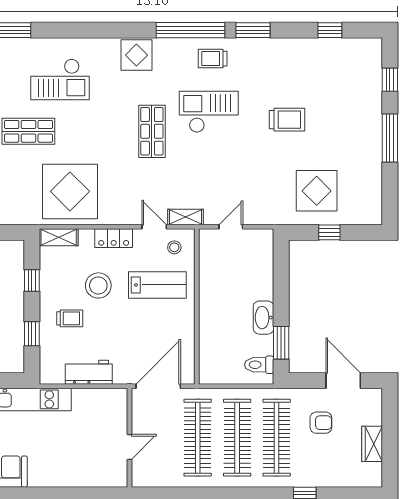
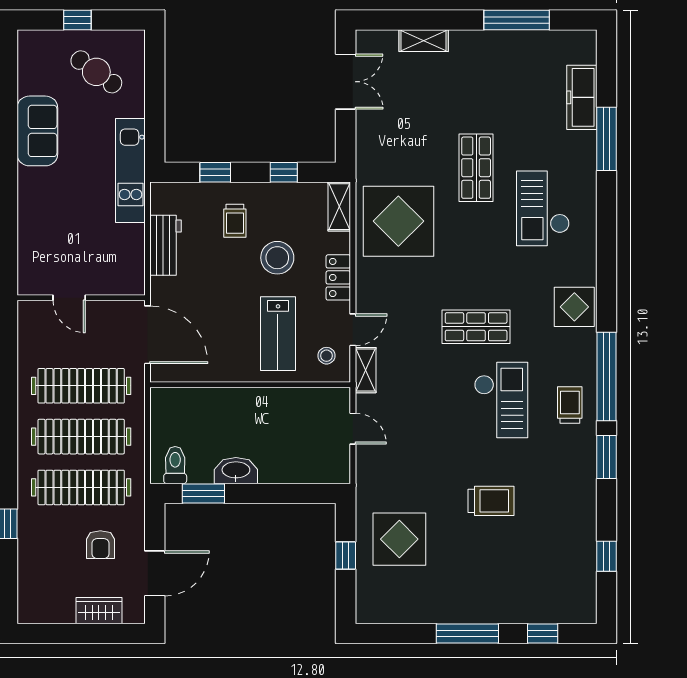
trolley: (287, 120) -> (491, 501), turned -90
wardrobe: (372, 444) -> (99, 611), moved

